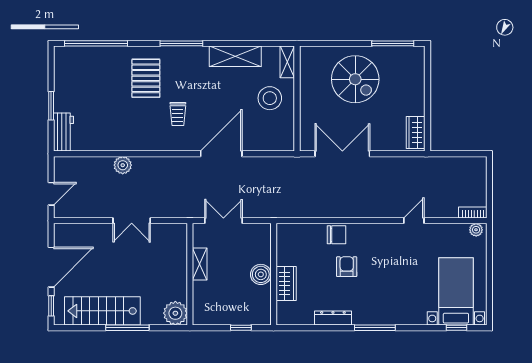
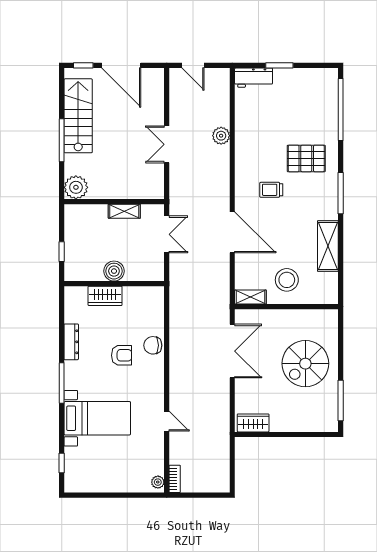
shelving: (287, 62) -> (250, 297), moved
chair: (337, 235) -> (153, 345), turned 90
bed with nightstands: (456, 291) -> (97, 418), moved

